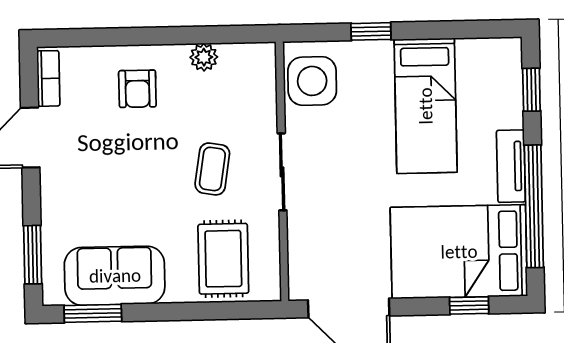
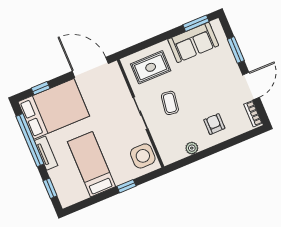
window: (33, 255) -> (236, 50), moved
rug: (223, 259) -> (151, 67), turned 90

